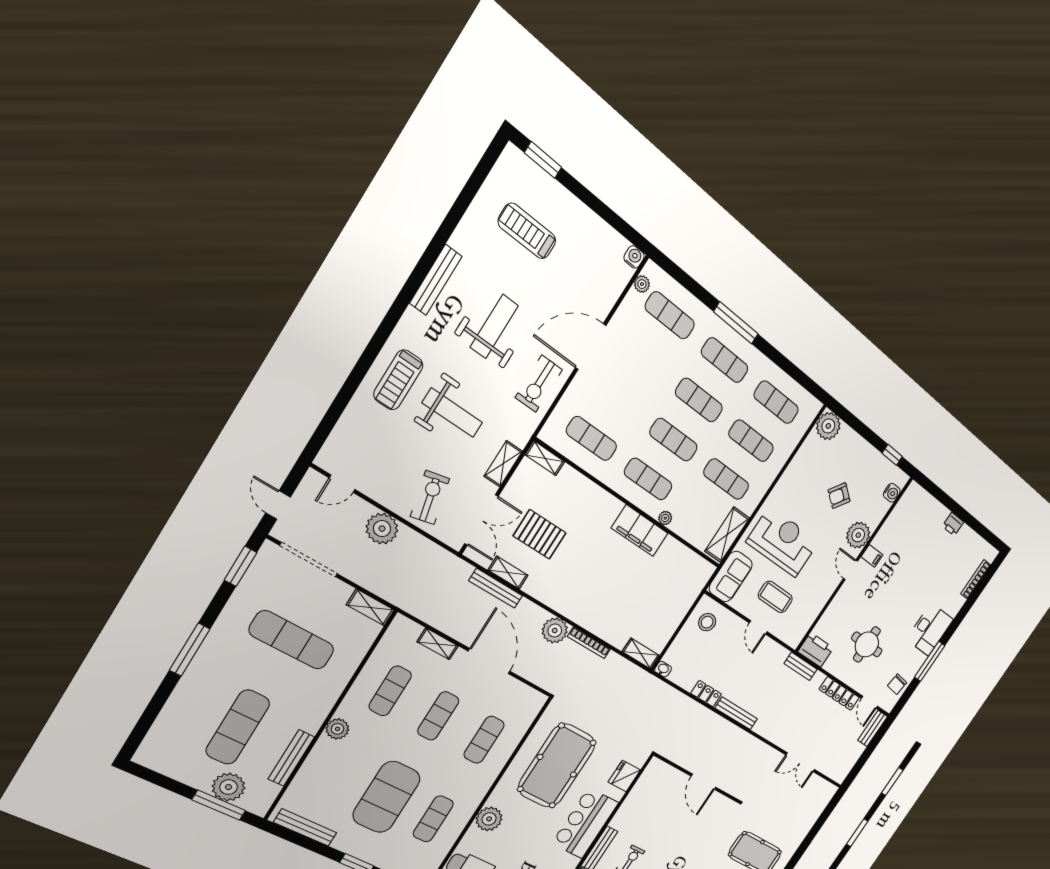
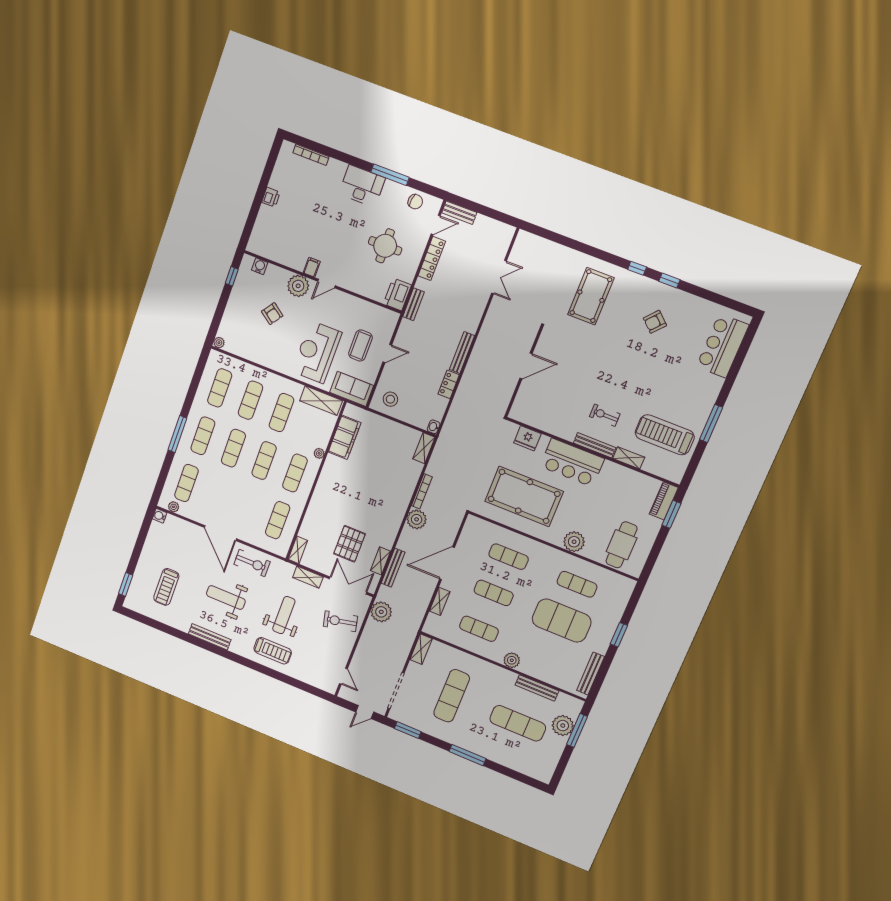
plant: (828, 426) -> (219, 343), width x0.53, depth x0.53
plant: (382, 529) -> (381, 612), moved
filing cabinet: (640, 531) -> (345, 437), moved

